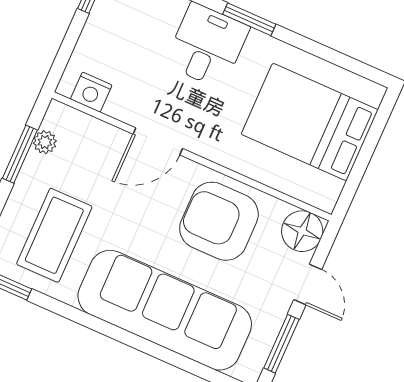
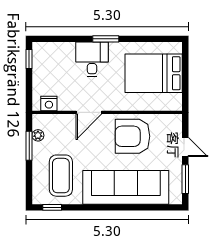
floor lamp: (302, 231) -> (172, 124), removed

